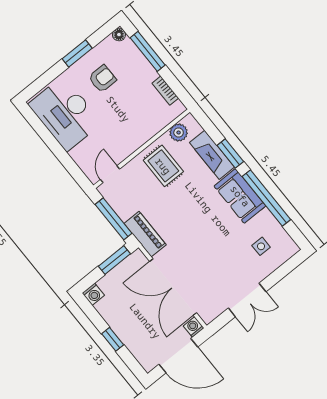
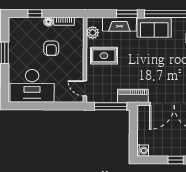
floor lamp: (119, 35) -> (48, 22), moved
window: (148, 51) -> (35, 14), width x0.46
armchair: (102, 79) -> (51, 48), moved, turned 180
window: (114, 260) -> (133, 124), removed

